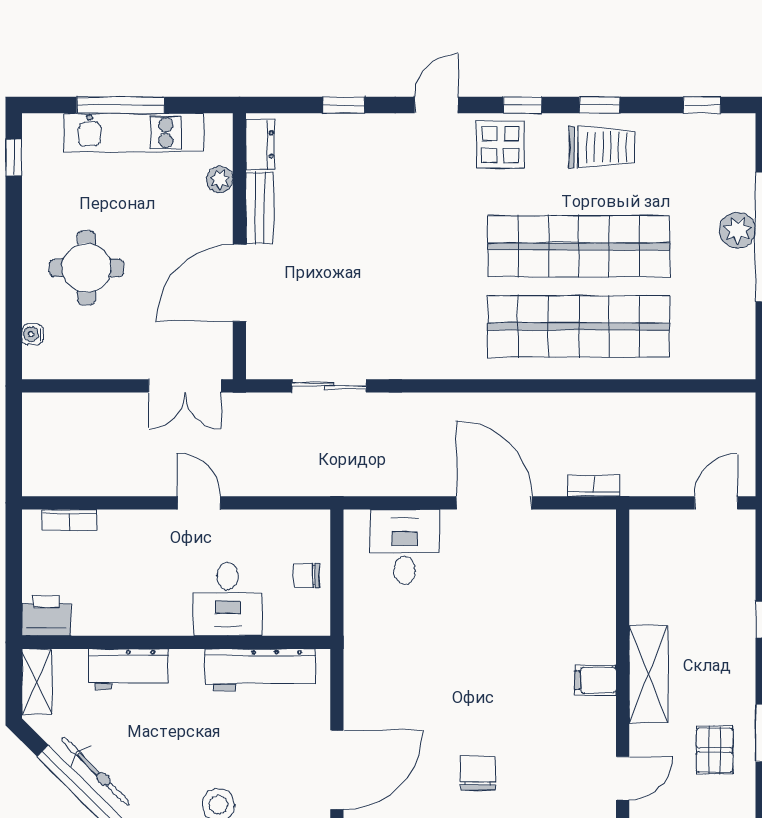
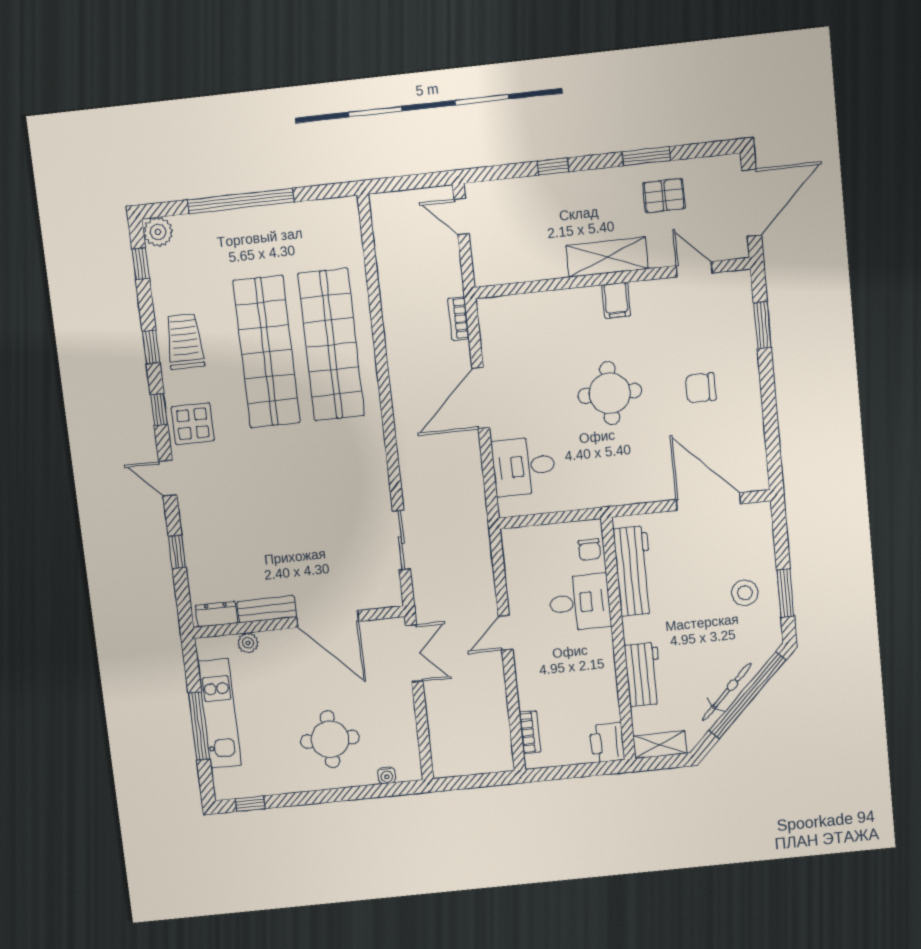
plant: (738, 230) -> (158, 232), moved
chair: (306, 576) -> (589, 550), moved
round table: (483, 661) -> (610, 393), added

